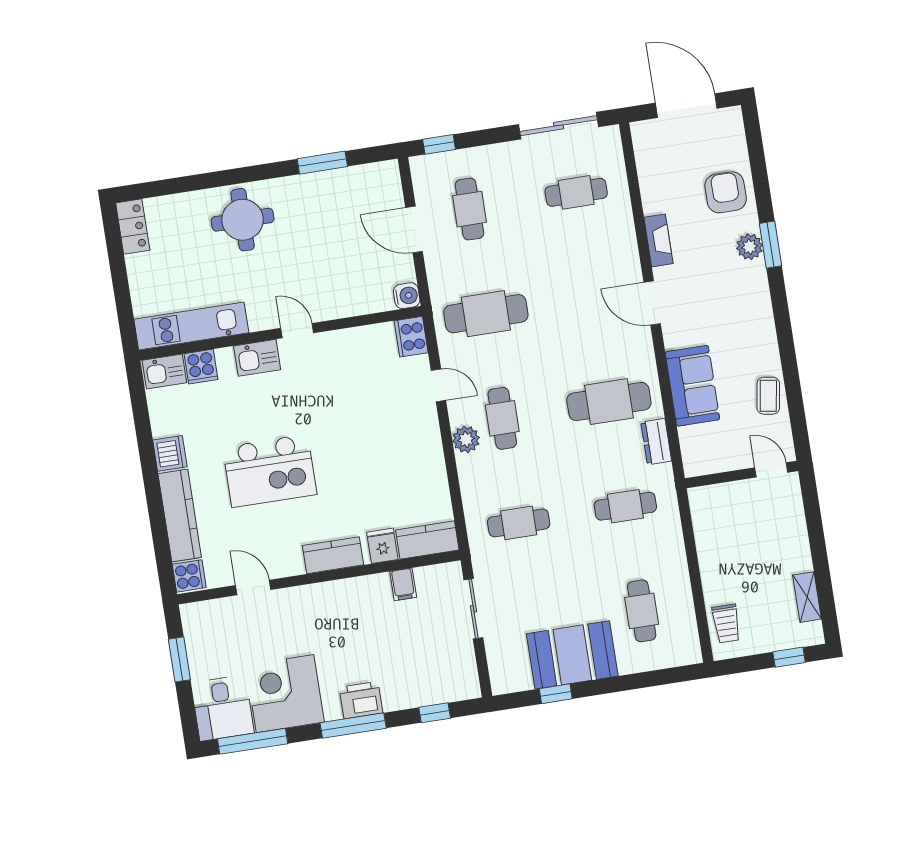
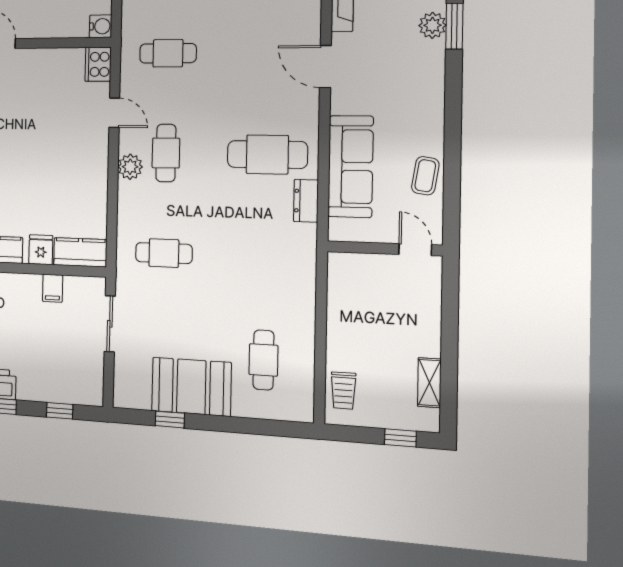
cafe table: (486, 314) -> (168, 53), width x0.73, depth x0.74
sofa: (692, 386) -> (351, 166), width x1.36
cafe table: (625, 506) -> (265, 257), removed

